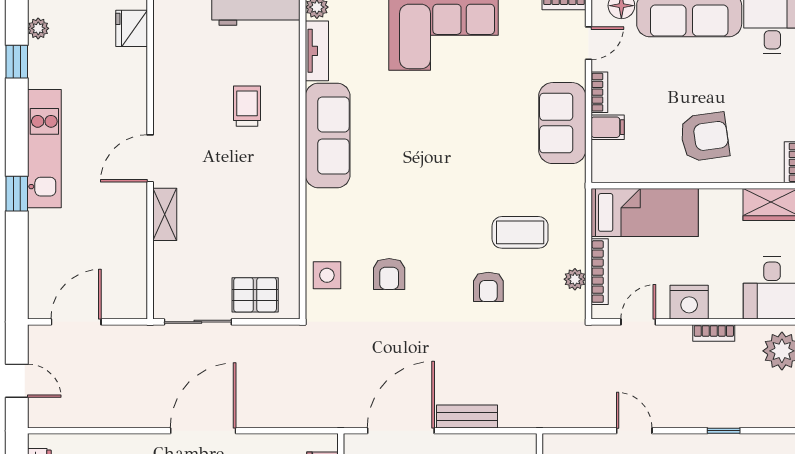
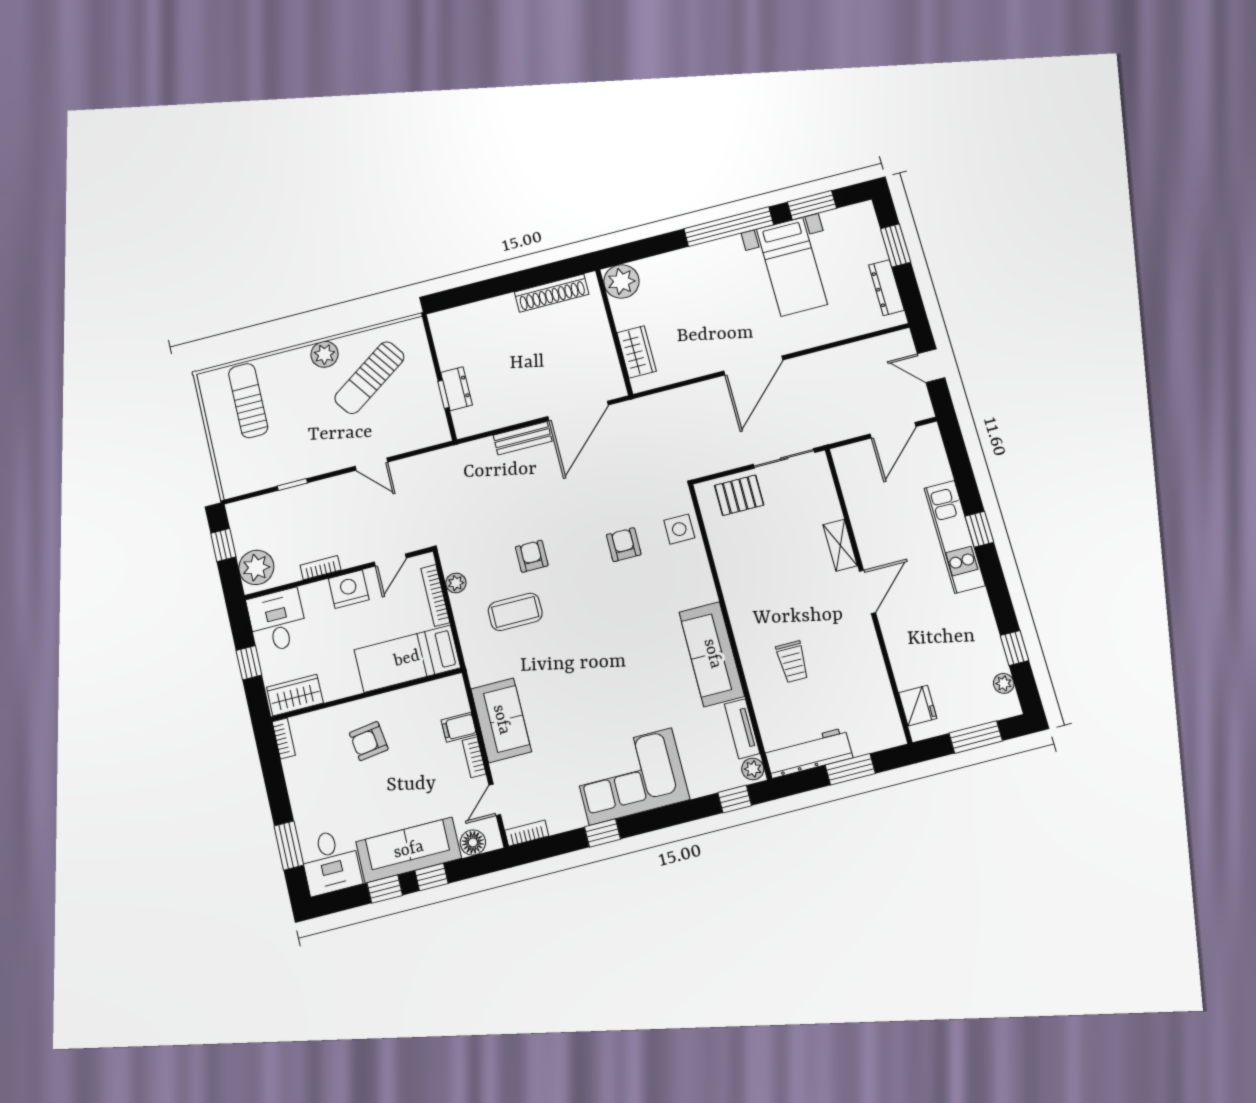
armchair: (705, 137) -> (369, 741), width x0.72, depth x0.72
kitchen unit: (44, 149) -> (955, 537), moved

